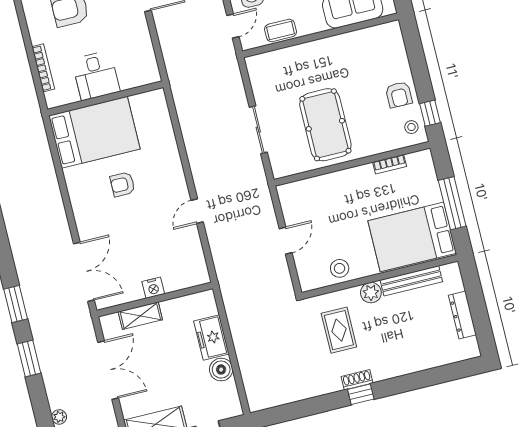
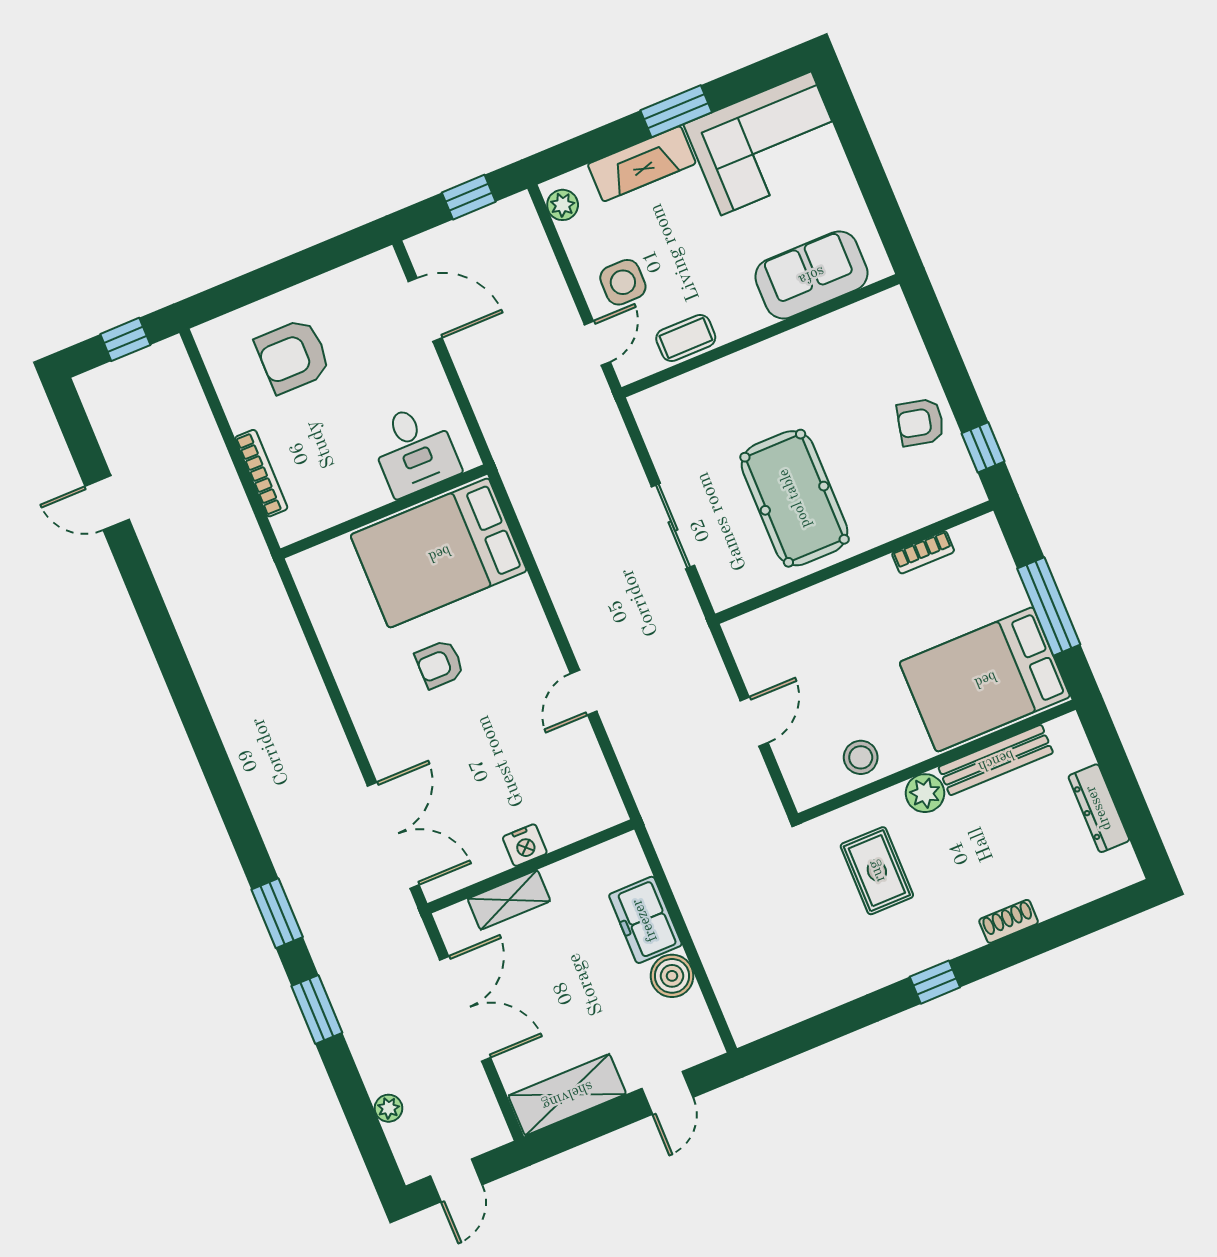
desk: (96, 75) -> (414, 450), moved
armchair: (399, 95) -> (921, 422), turned 103
stool: (411, 127) -> (953, 478), removed
bed: (94, 132) -> (439, 553), moved, turned 180
shoe rack: (357, 380) -> (1009, 921), moved

